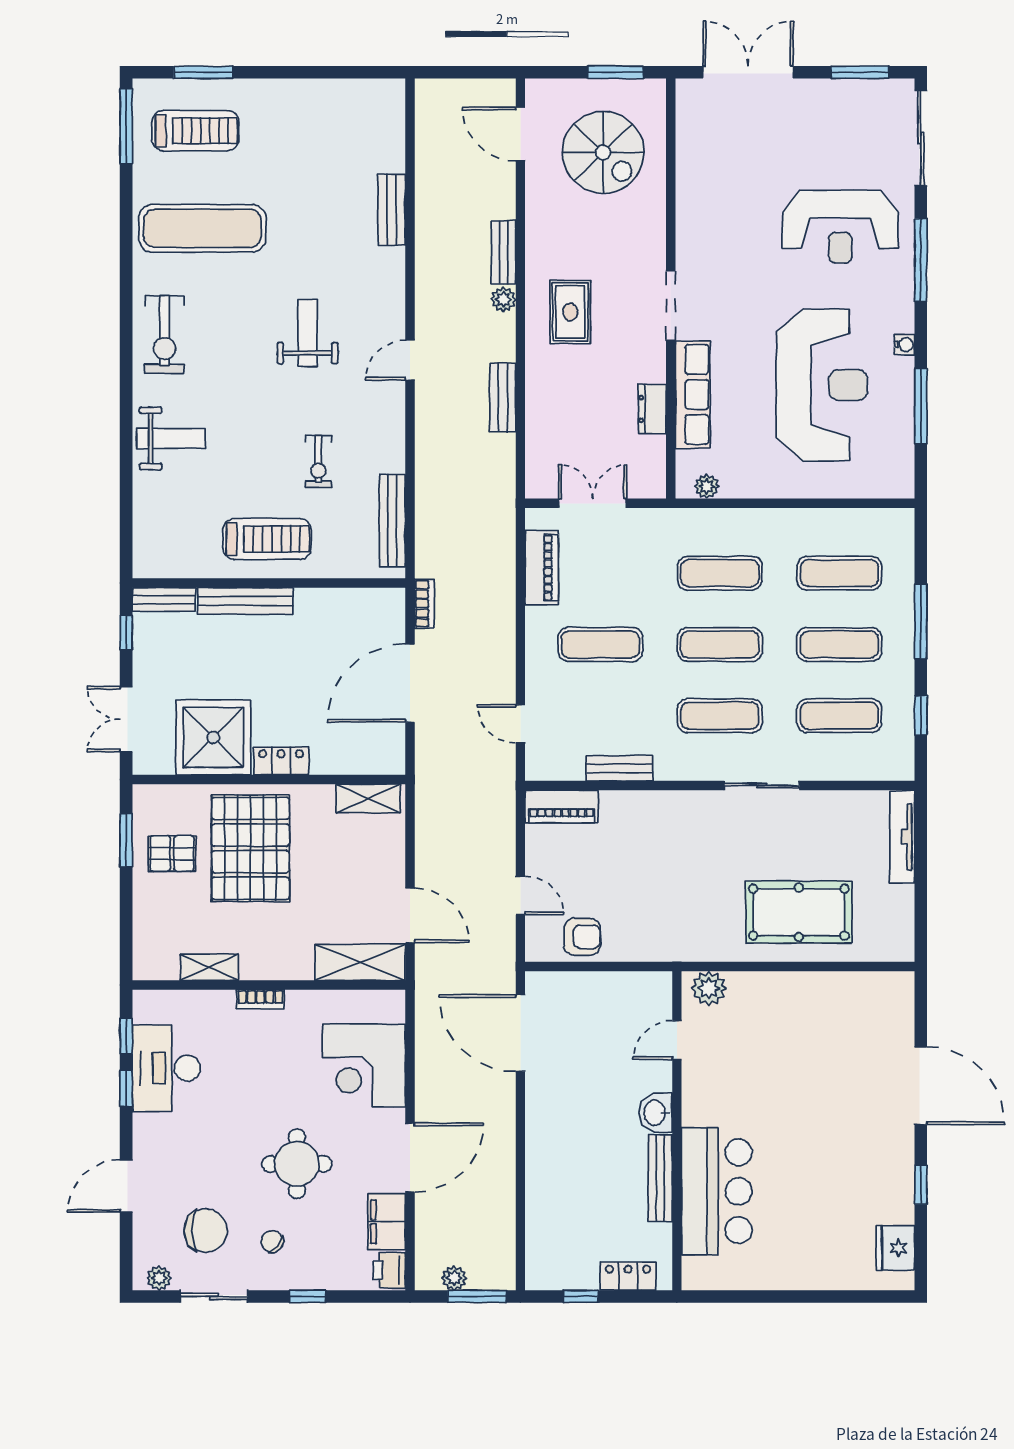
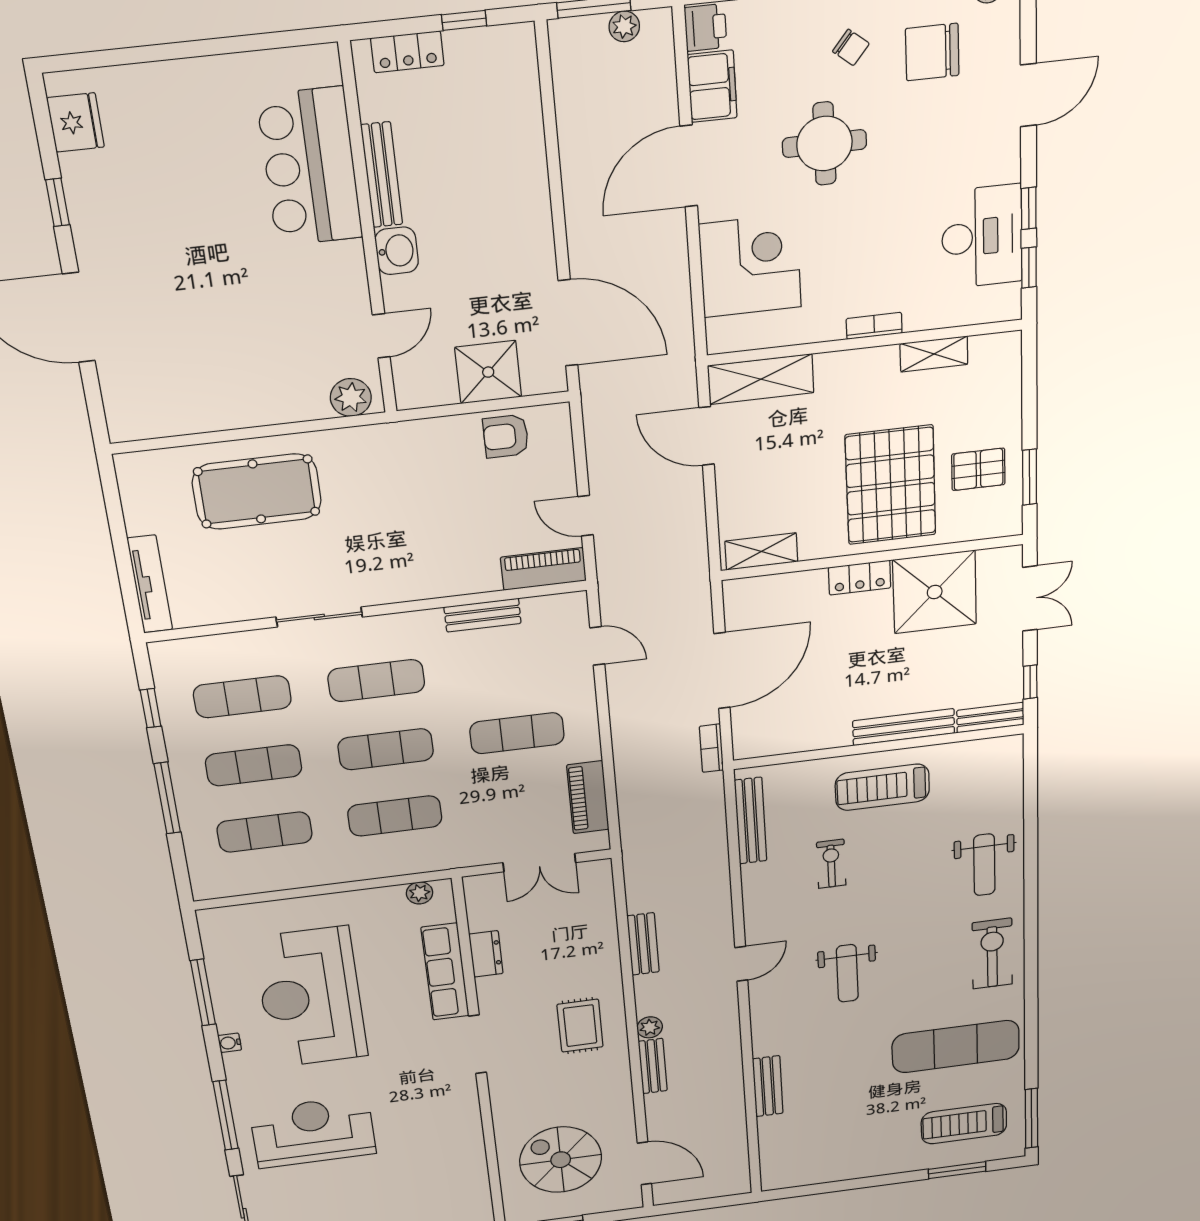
weight bench: (171, 438) -> (984, 865), turned -90
door: (520, 895) -> (585, 516), moved
shower: (591, 997) -> (488, 372), added

